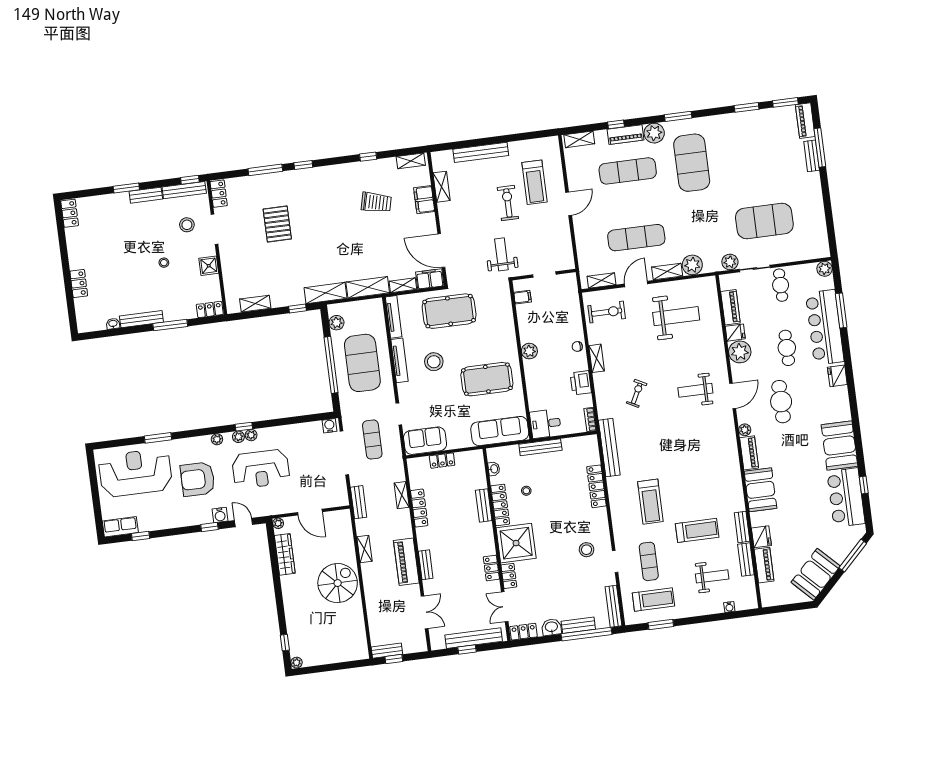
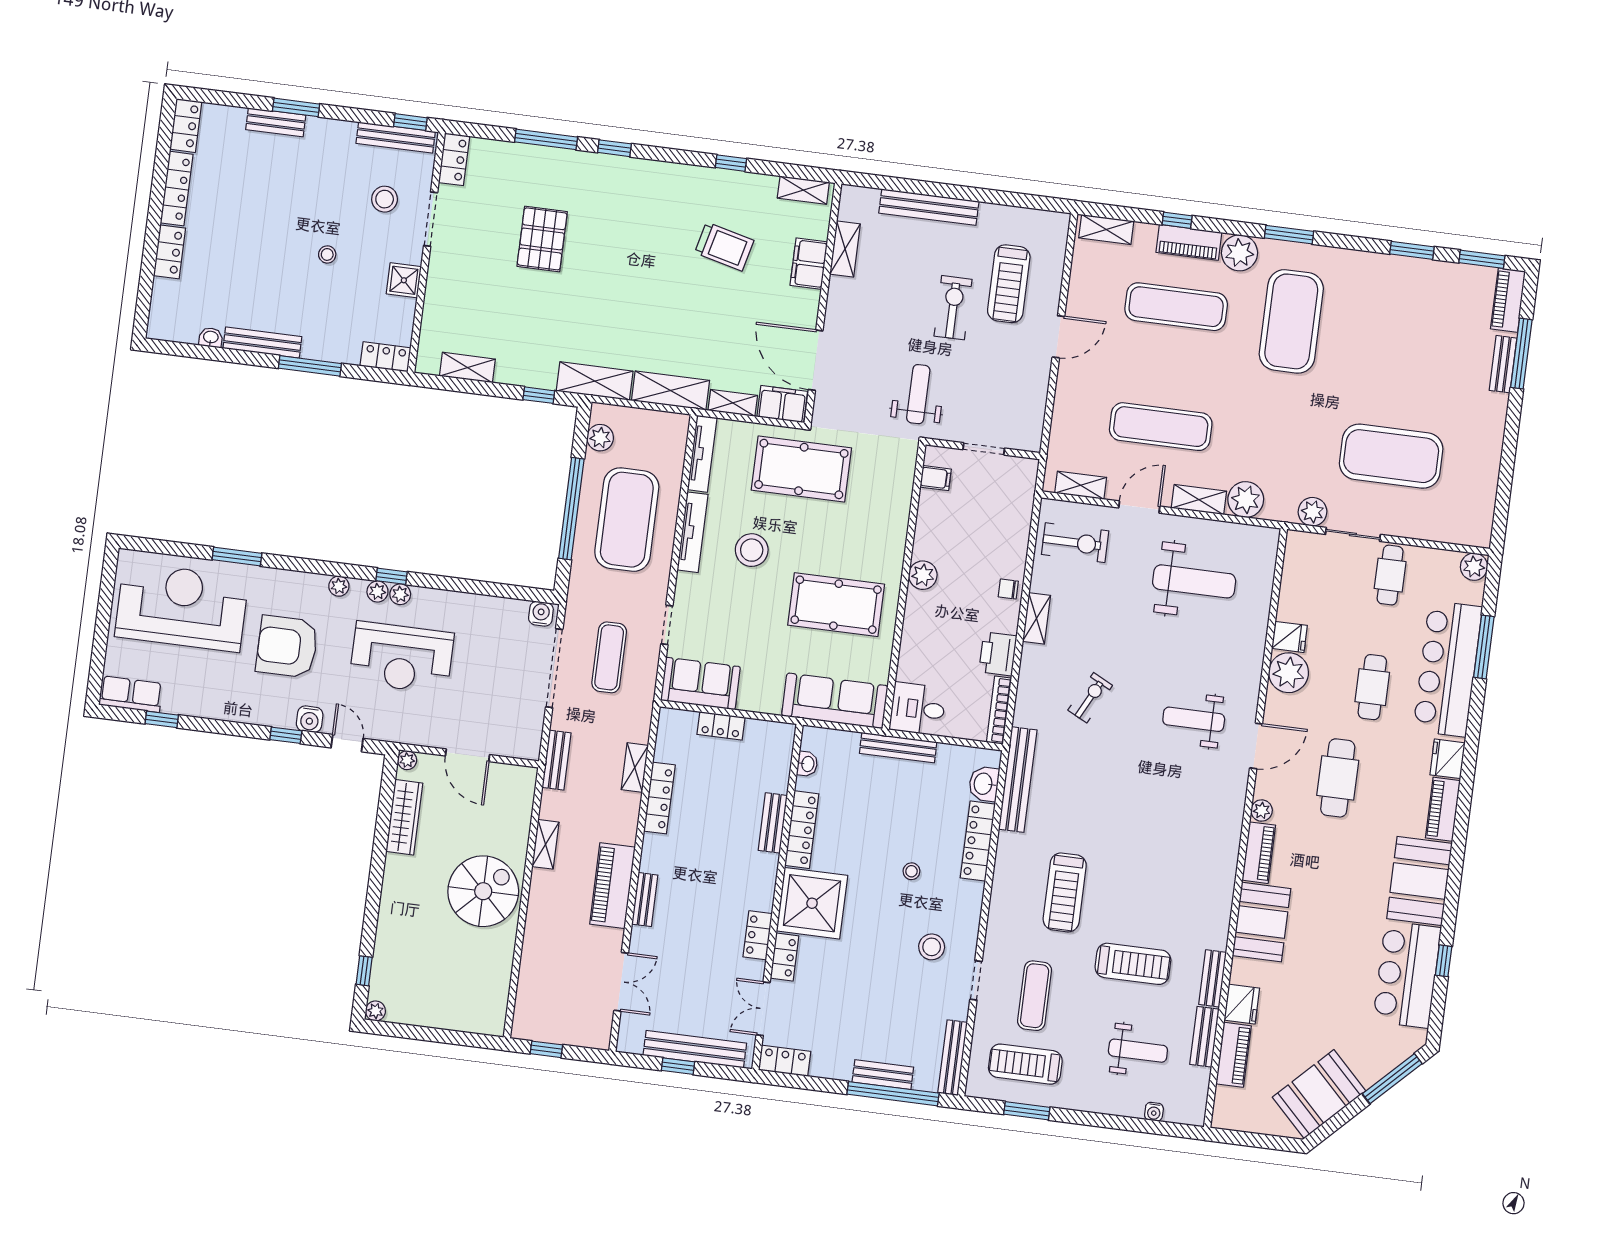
bench: (146, 195) -> (276, 122), moved
locker: (74, 248) -> (177, 189), added
piano: (730, 307) -> (1443, 809), moved, turned 180
bookcase: (590, 419) -> (999, 710), width x1.56
stool: (526, 491) -> (911, 871), moved
treadmill: (653, 599) -> (1025, 1064), turned 180
washbasin: (551, 627) -> (984, 784), moved, turned -90
bench: (387, 651) -> (538, 1031), removed

